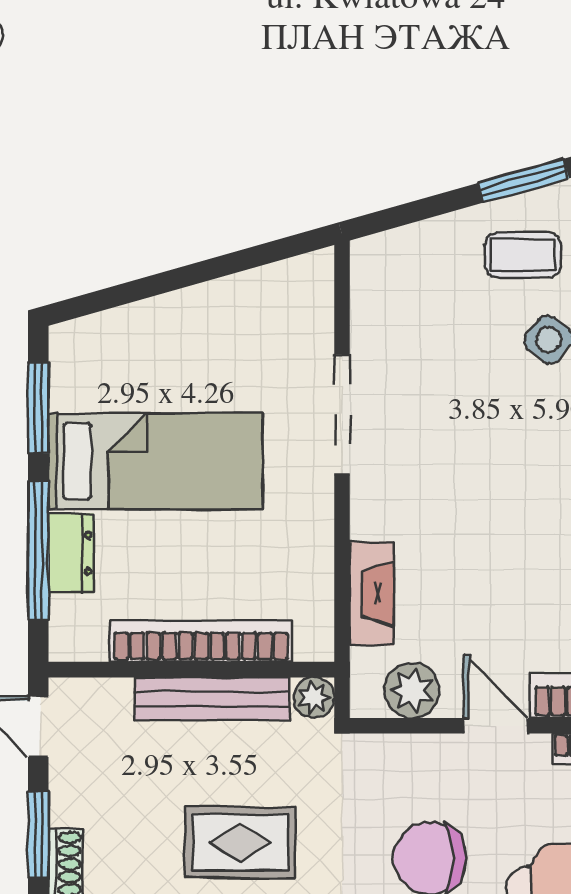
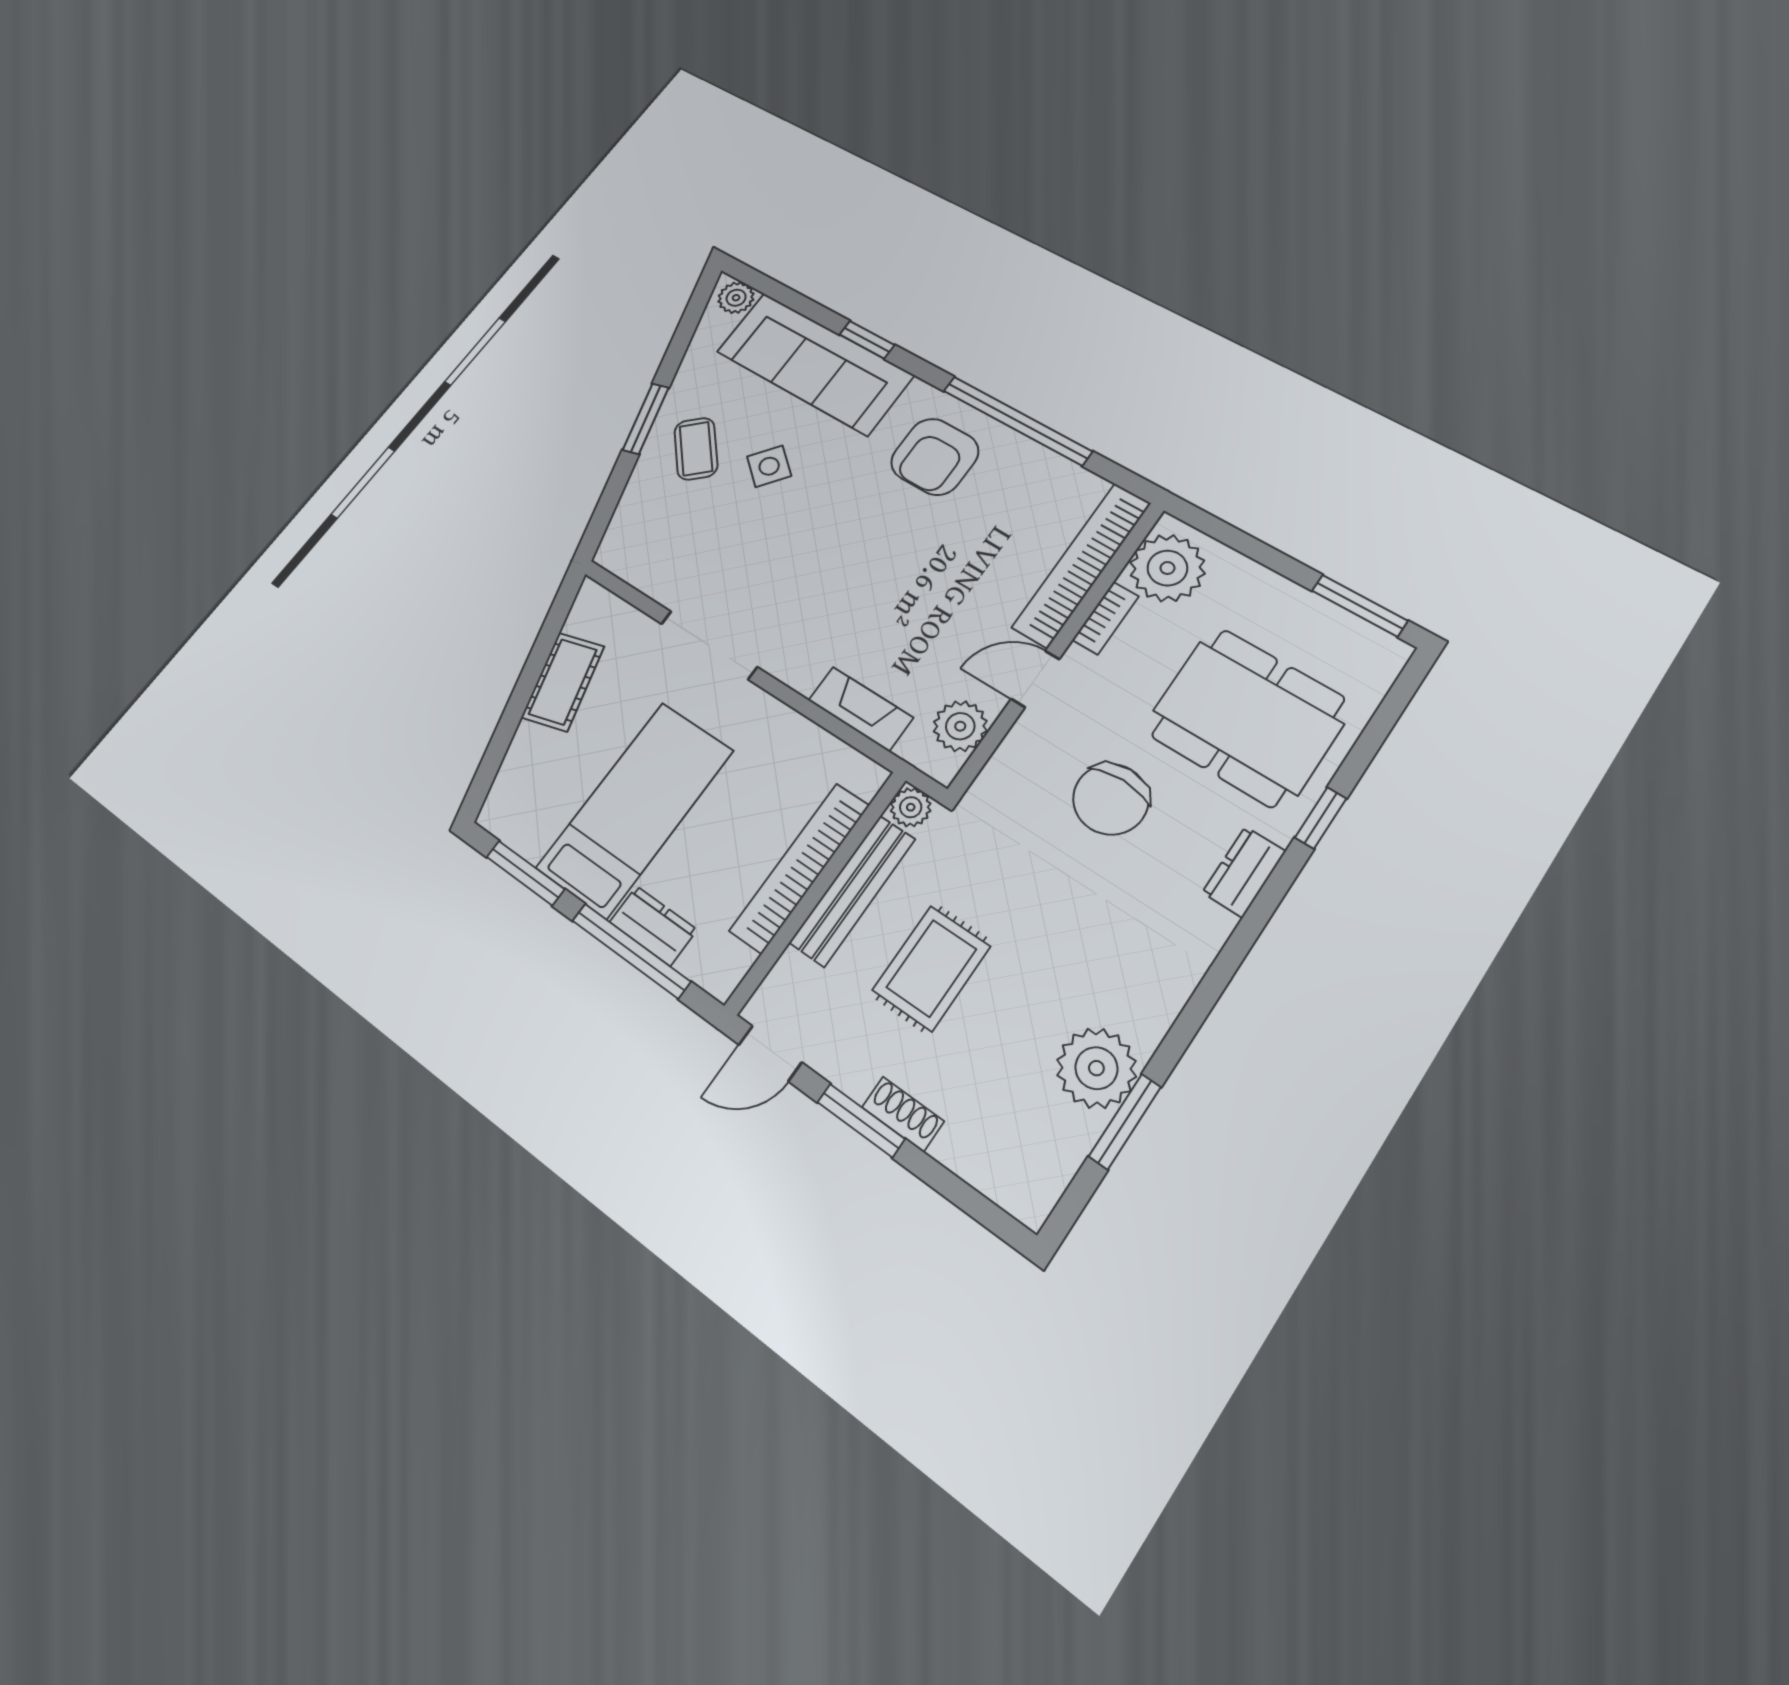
coffee table: (523, 255) -> (696, 449), turned -42
cot: (222, 305) -> (563, 682), added
rug: (240, 842) -> (931, 968), moved

